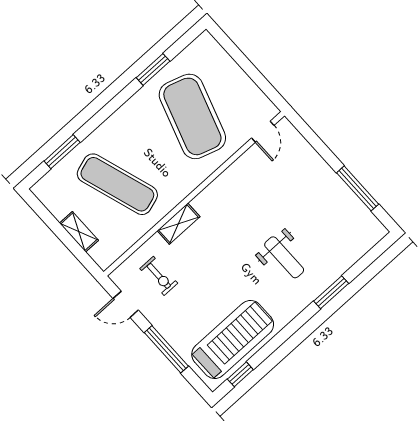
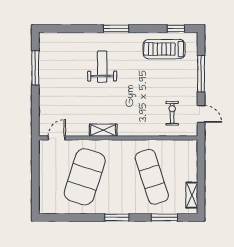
window: (153, 69) -> (117, 217), moved
shelving: (179, 224) -> (103, 130), moved
shelving: (79, 232) -> (192, 195), moved
window: (331, 292) -> (116, 28), moved
treadmill: (233, 339) -> (164, 49), width x0.73, depth x0.73

